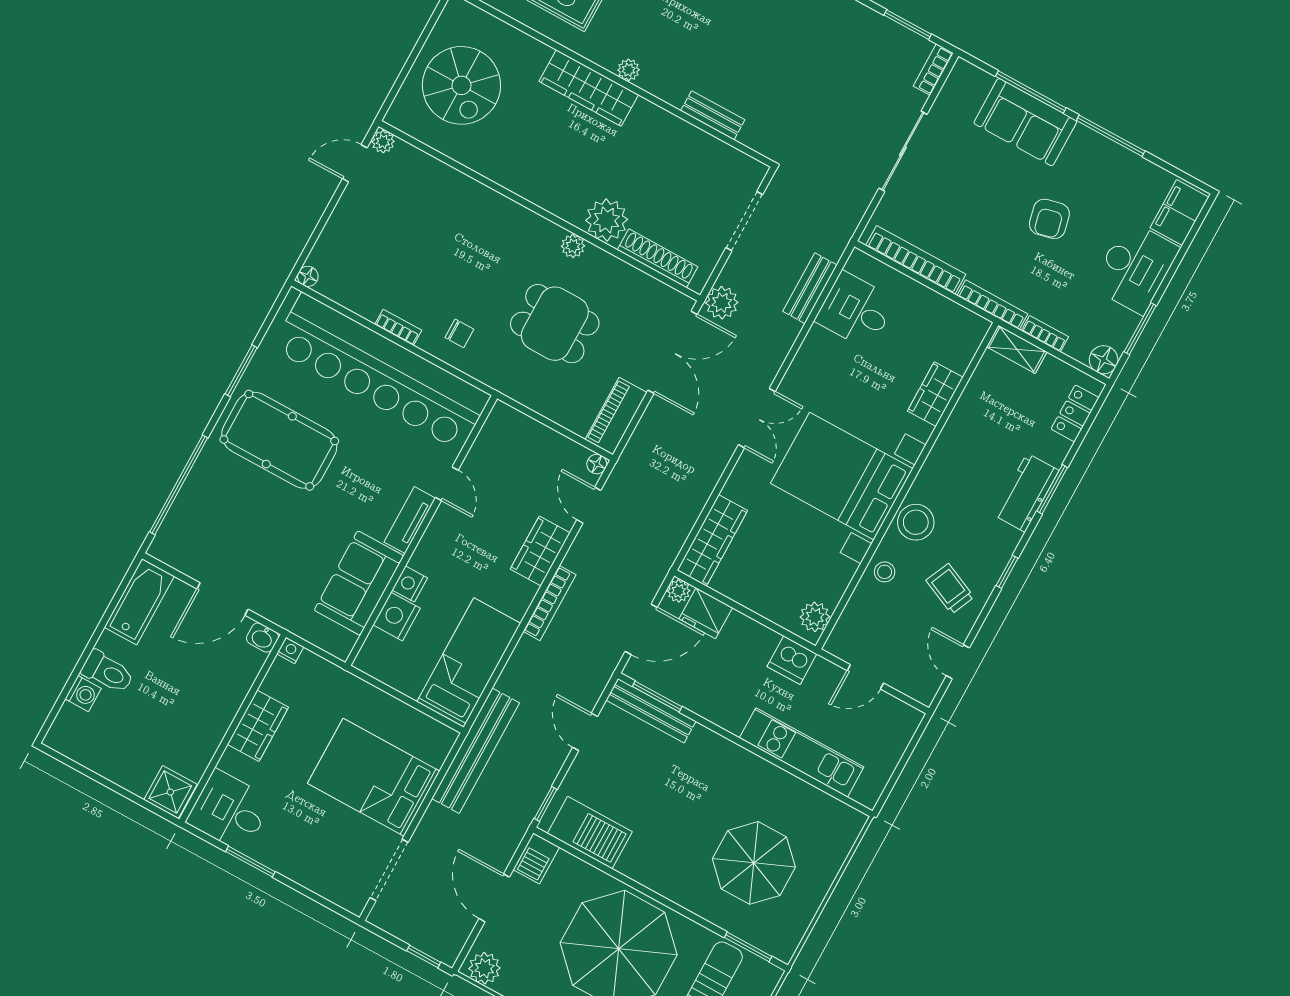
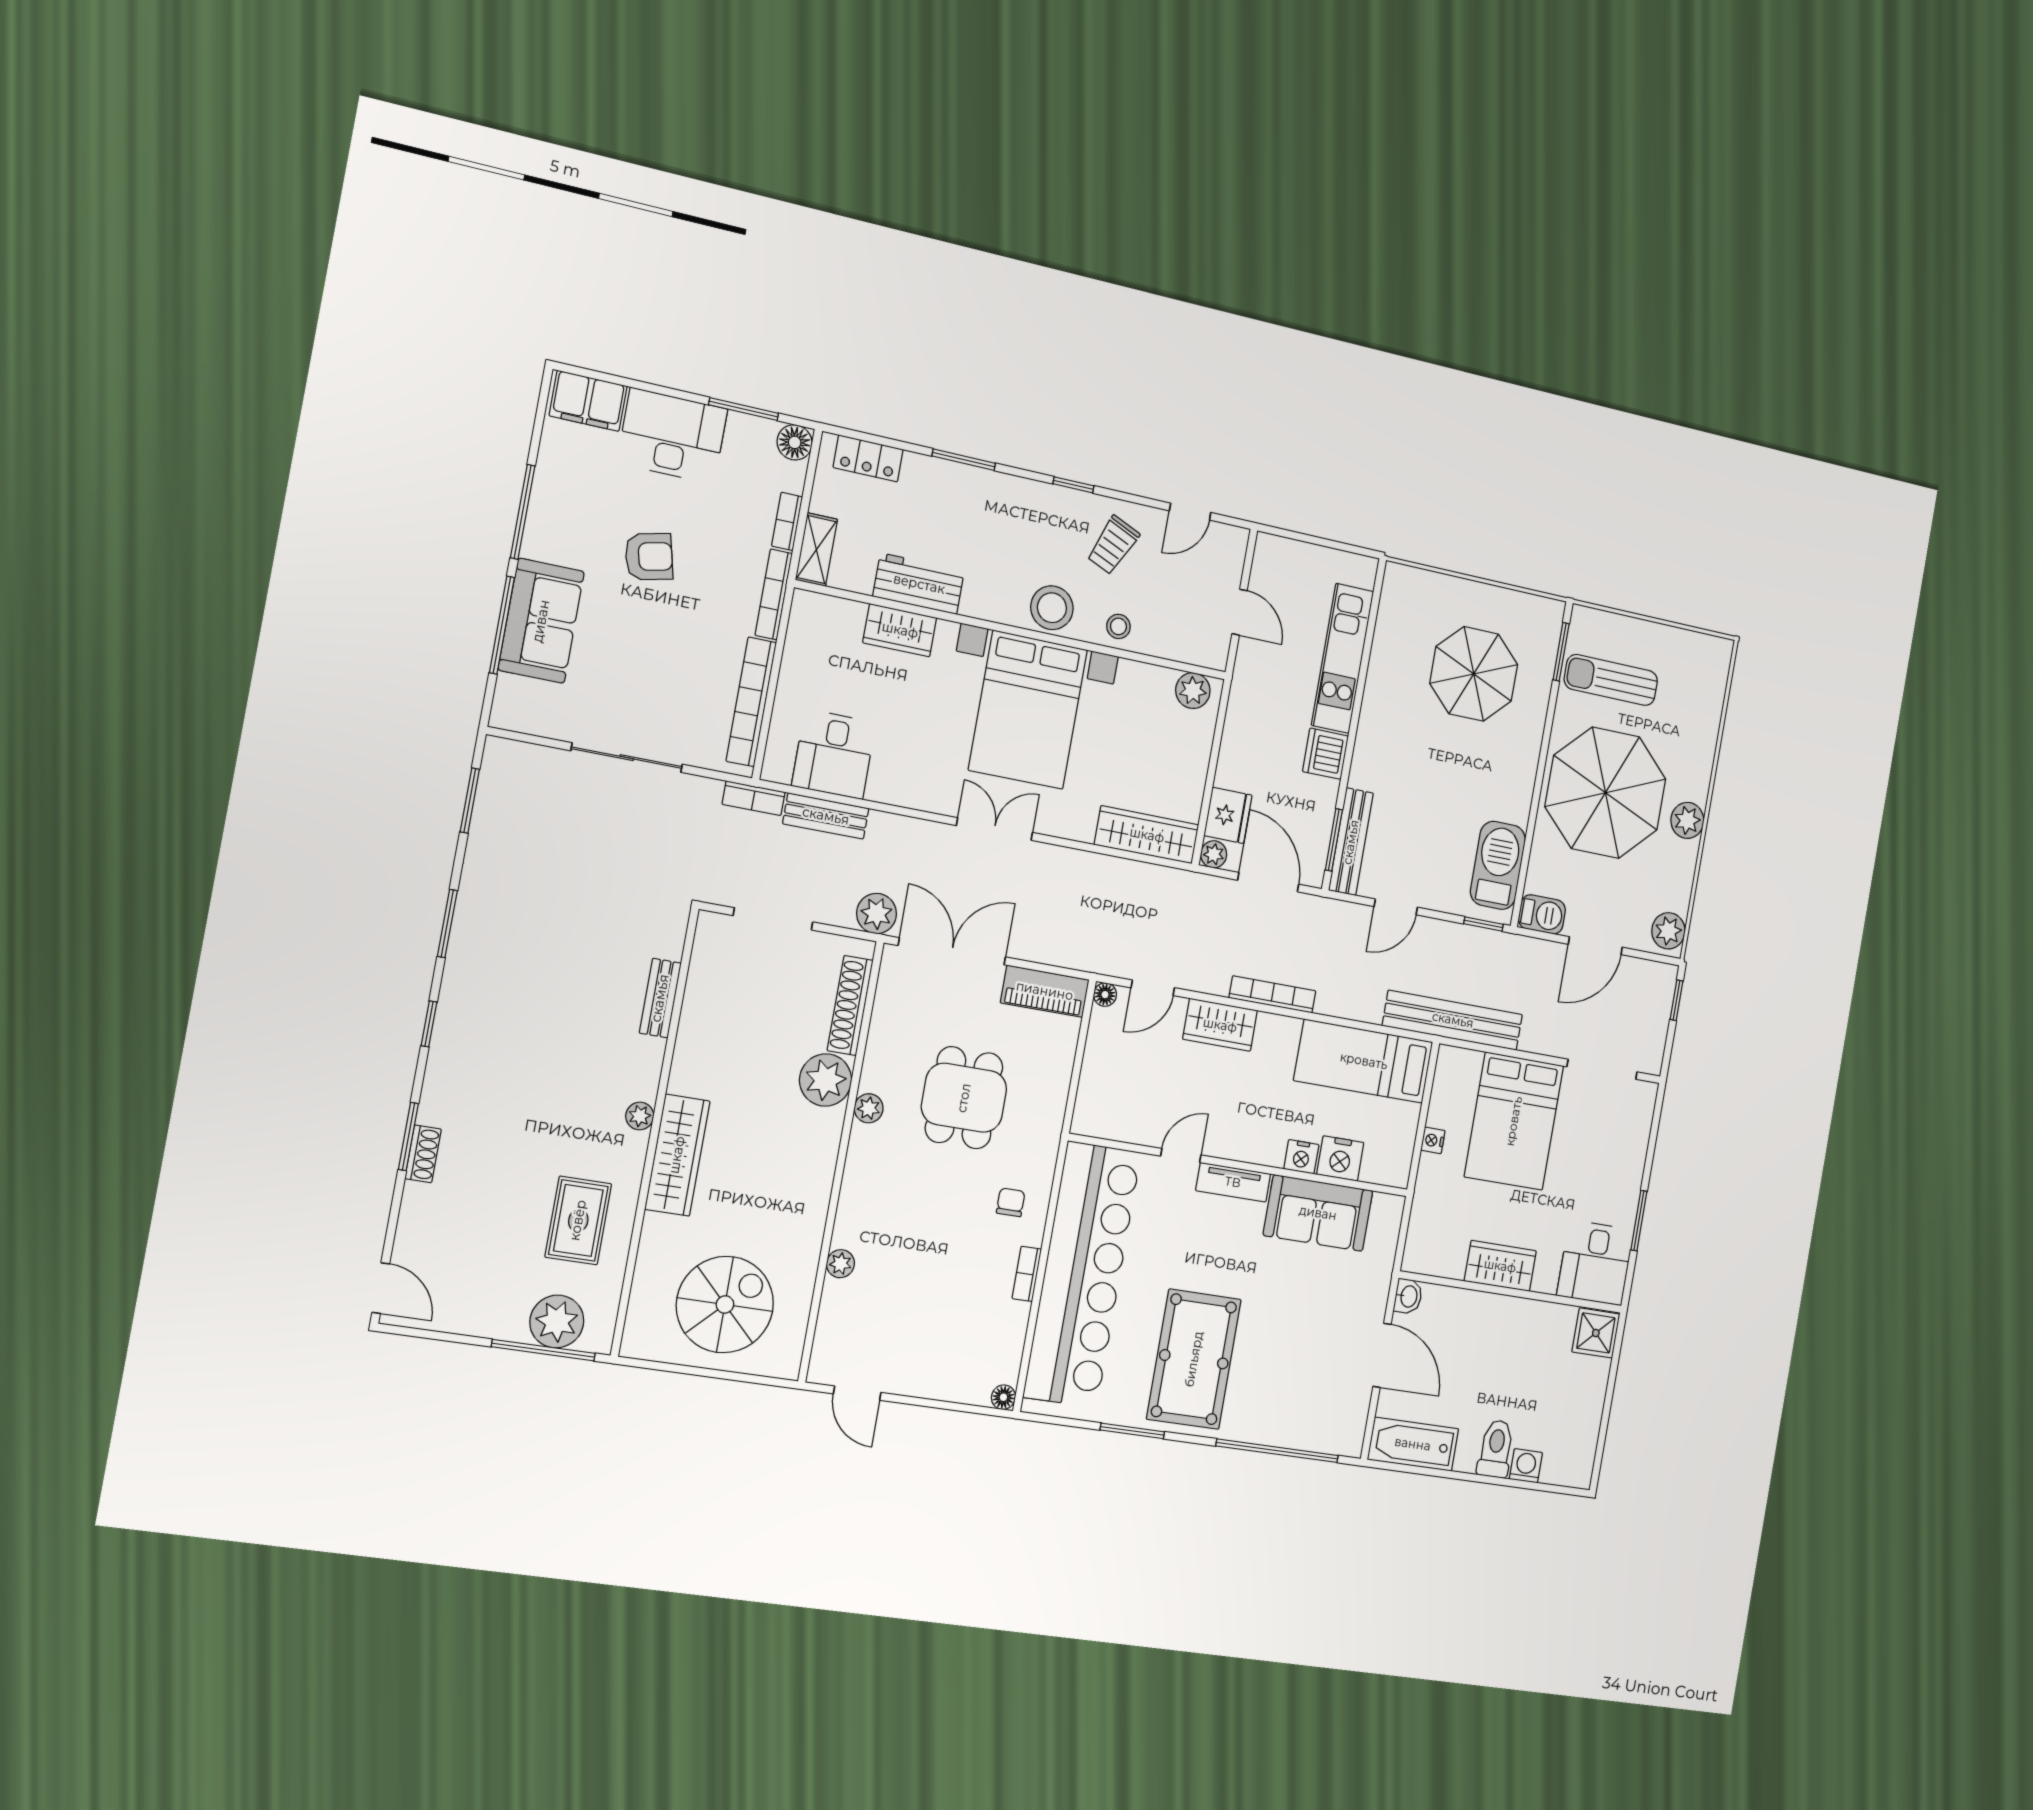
bookcase: (933, 70) -> (754, 798), moved
plant: (383, 142) -> (840, 1264), moved
workbench: (1026, 493) -> (919, 584), moved, turned 180
nightstand: (290, 650) -> (1433, 1140), moved
dishwasher: (792, 660) -> (1326, 754), moved, turned 180

